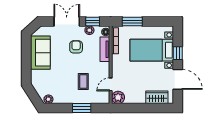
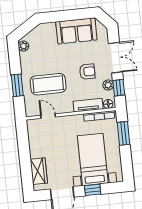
coffee table: (83, 82) -> (48, 84), width x1.86, depth x1.72
plant: (118, 97) -> (34, 126), removed

